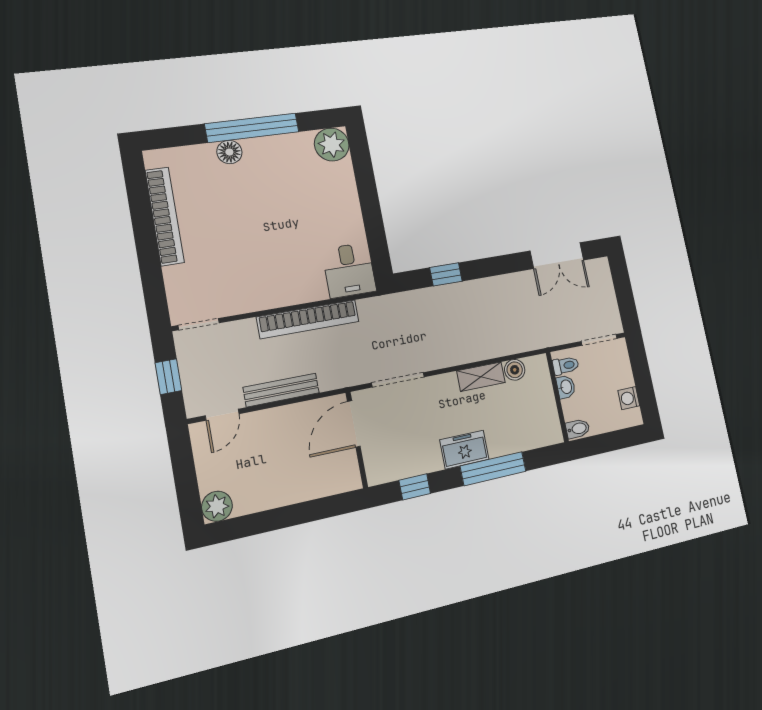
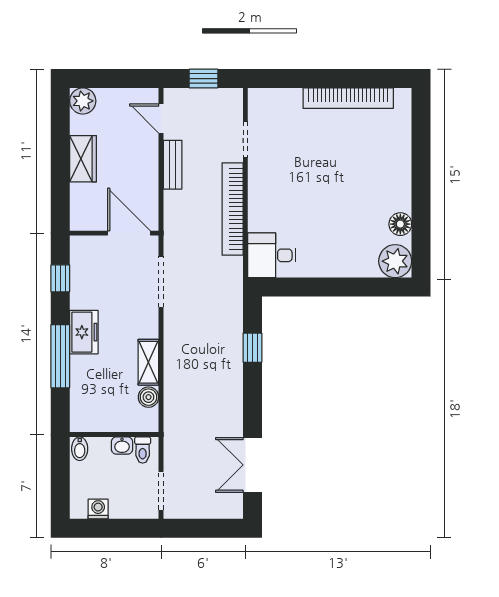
window: (252, 128) -> (421, 190), removed
floor lamp: (229, 152) -> (400, 224), moved
doorway: (199, 324) -> (245, 140), moved
bench: (281, 390) -> (173, 165), width x0.73
wardrobe: (282, 491) -> (83, 159), added

